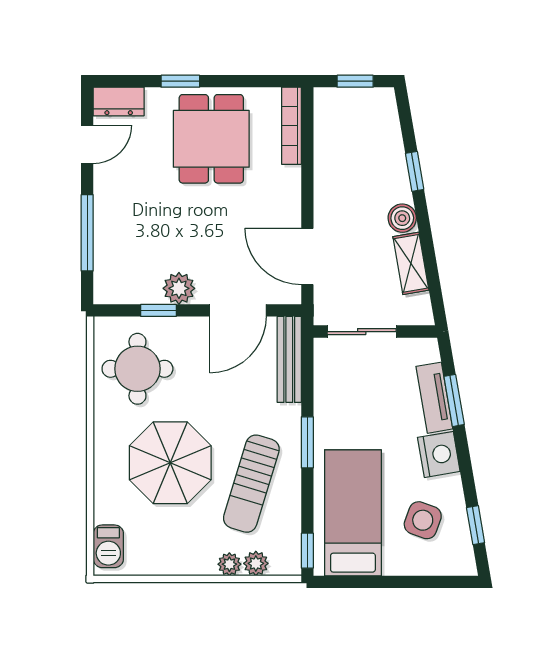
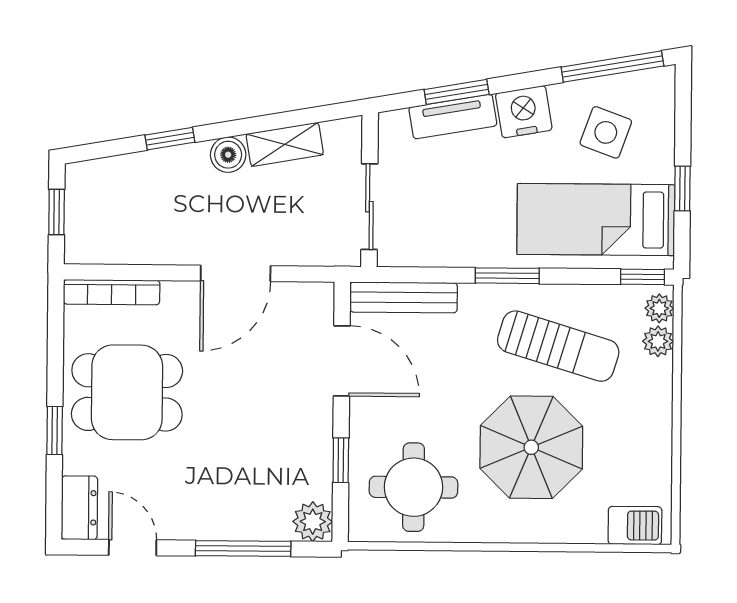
door: (307, 256) -> (236, 273), moved
plant: (179, 288) -> (313, 522), moved
window: (476, 525) -> (612, 67), width x2.17
plant: (229, 564) -> (659, 308), moved
window: (378, 582) -> (682, 188), added

